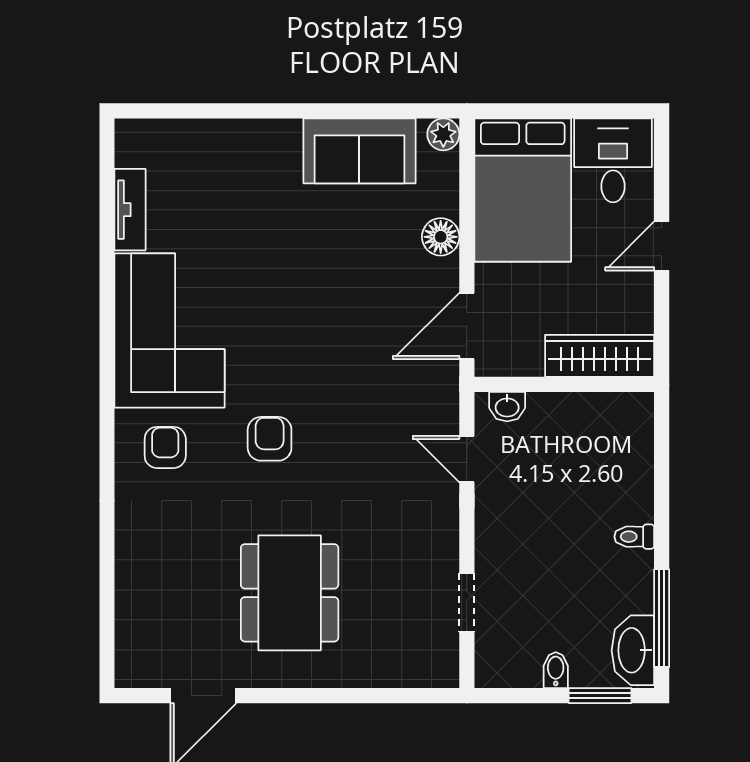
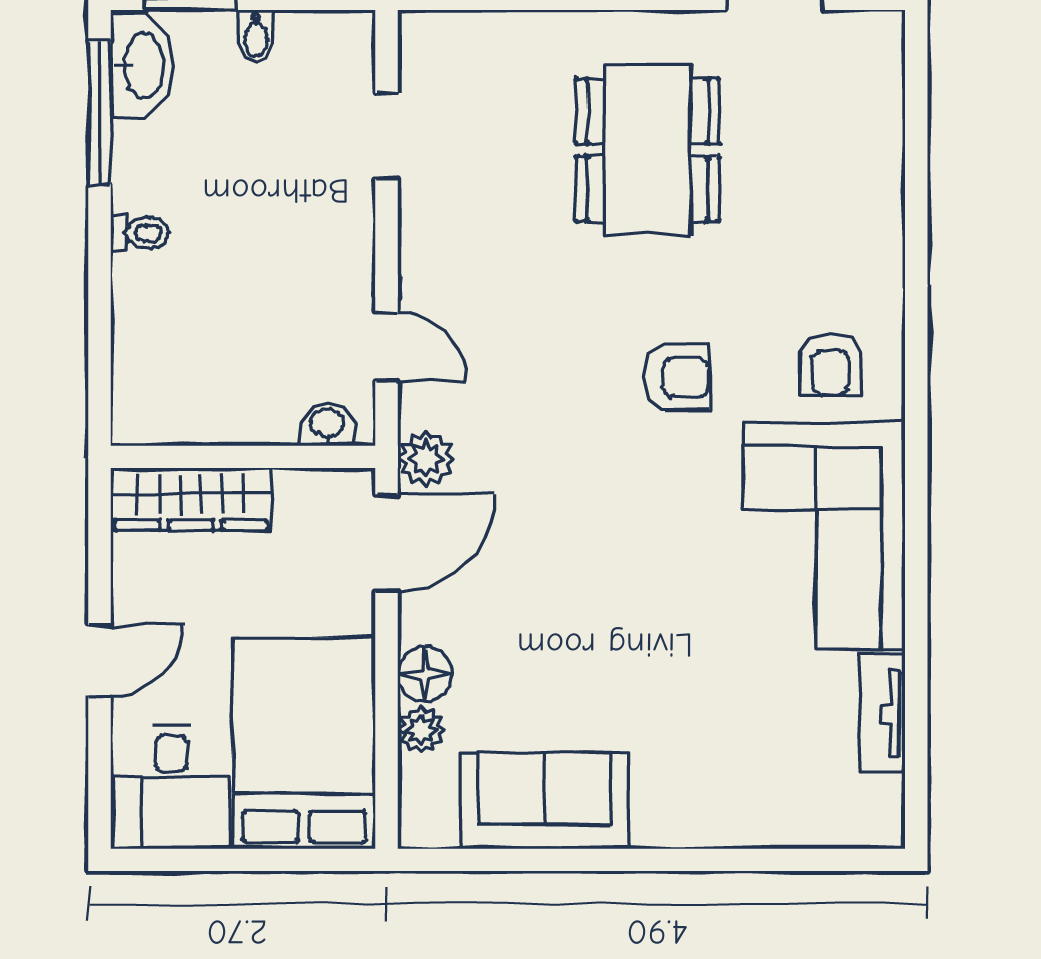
plant: (443, 134) -> (421, 730), moved
plant: (440, 383) -> (426, 459), added
armchair: (270, 439) -> (677, 377), turned -90

